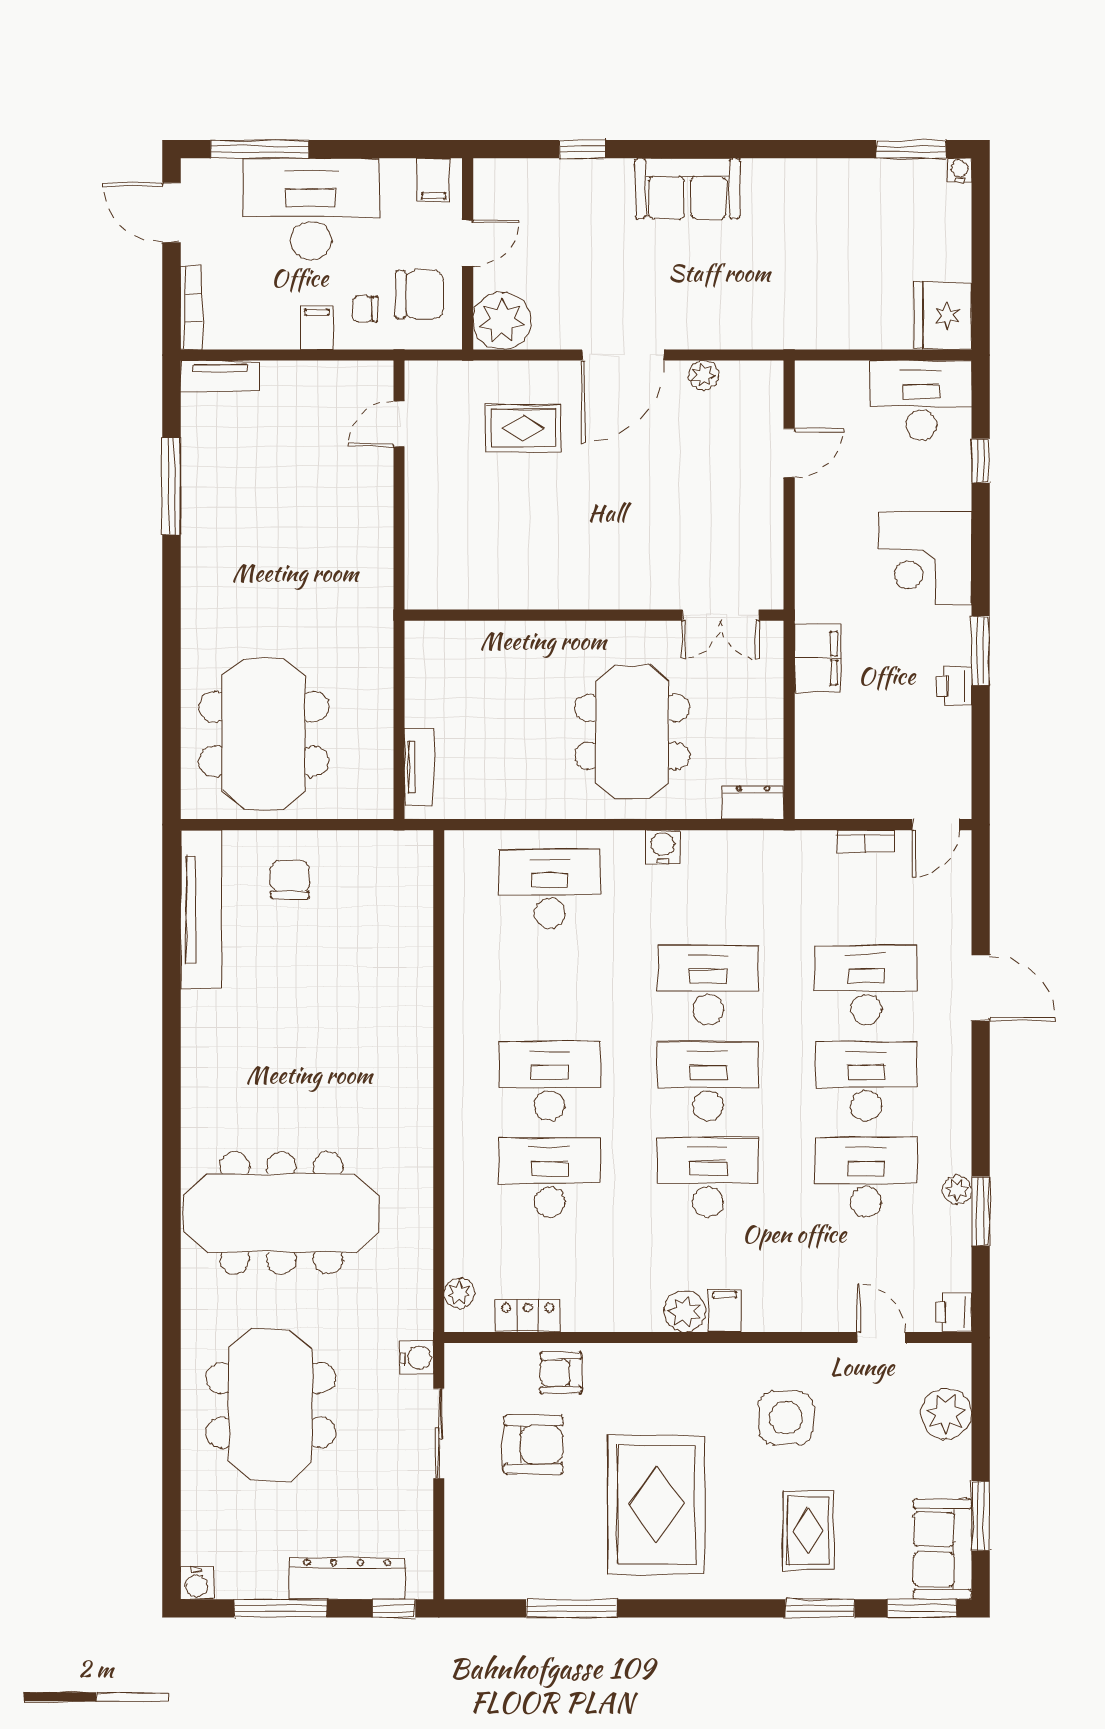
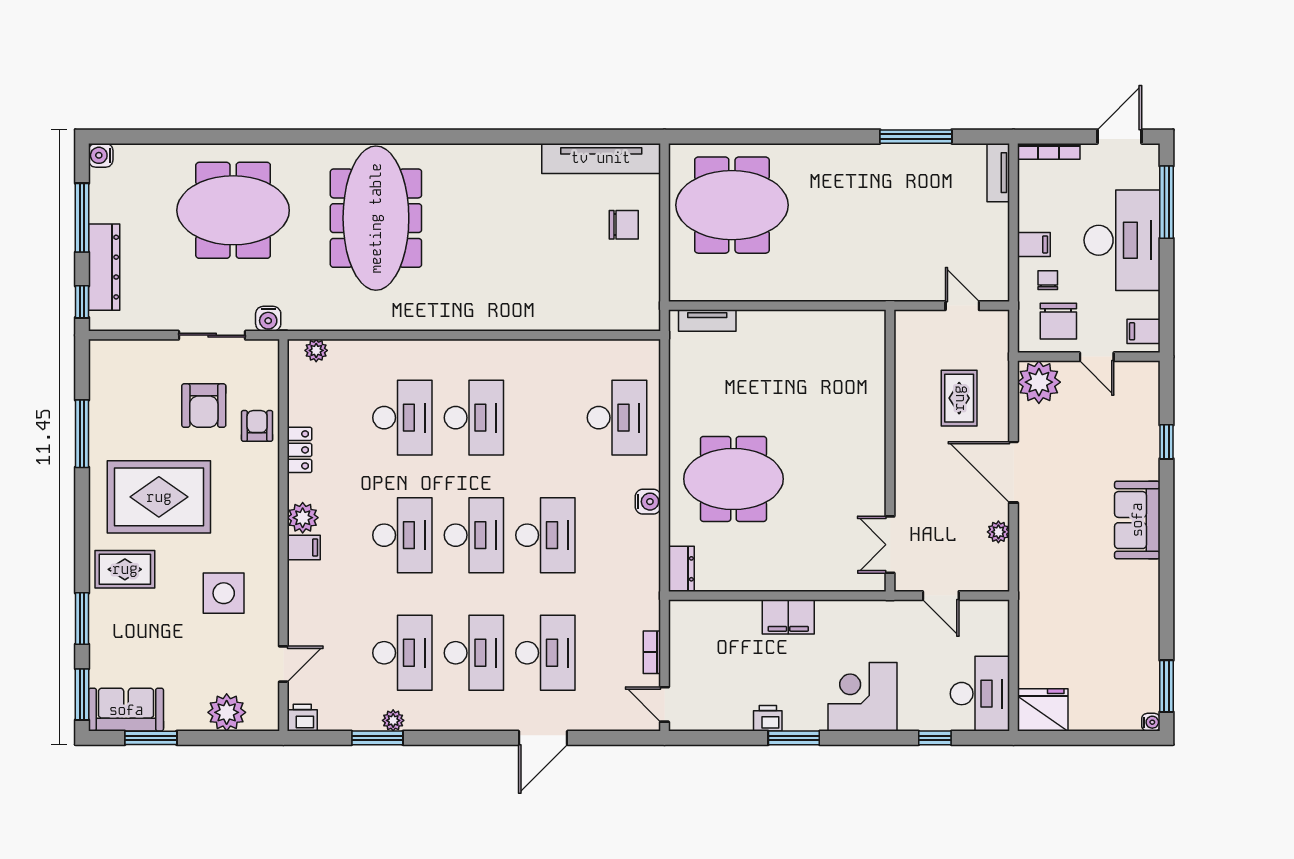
wall: (594, 615) -> (890, 451), moved
double door: (721, 615) -> (890, 545), moved
locker: (528, 1316) -> (300, 450), moved
rug: (808, 1531) -> (125, 569), moved

